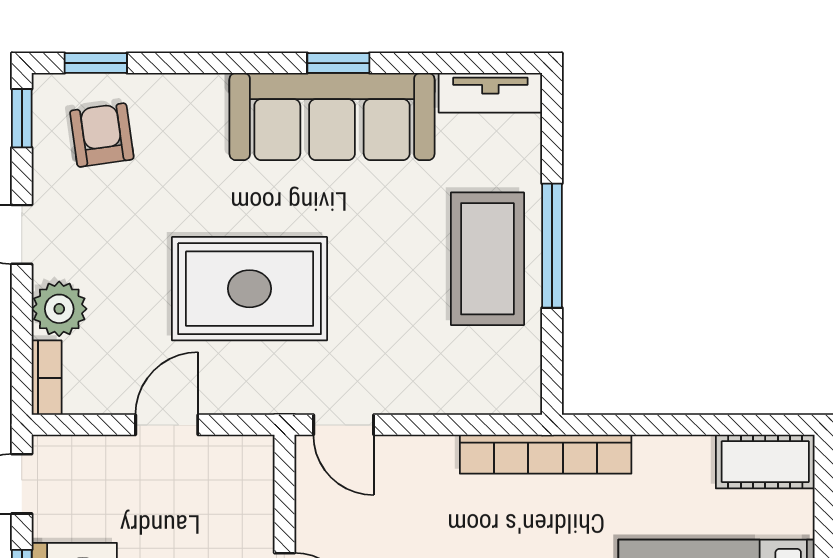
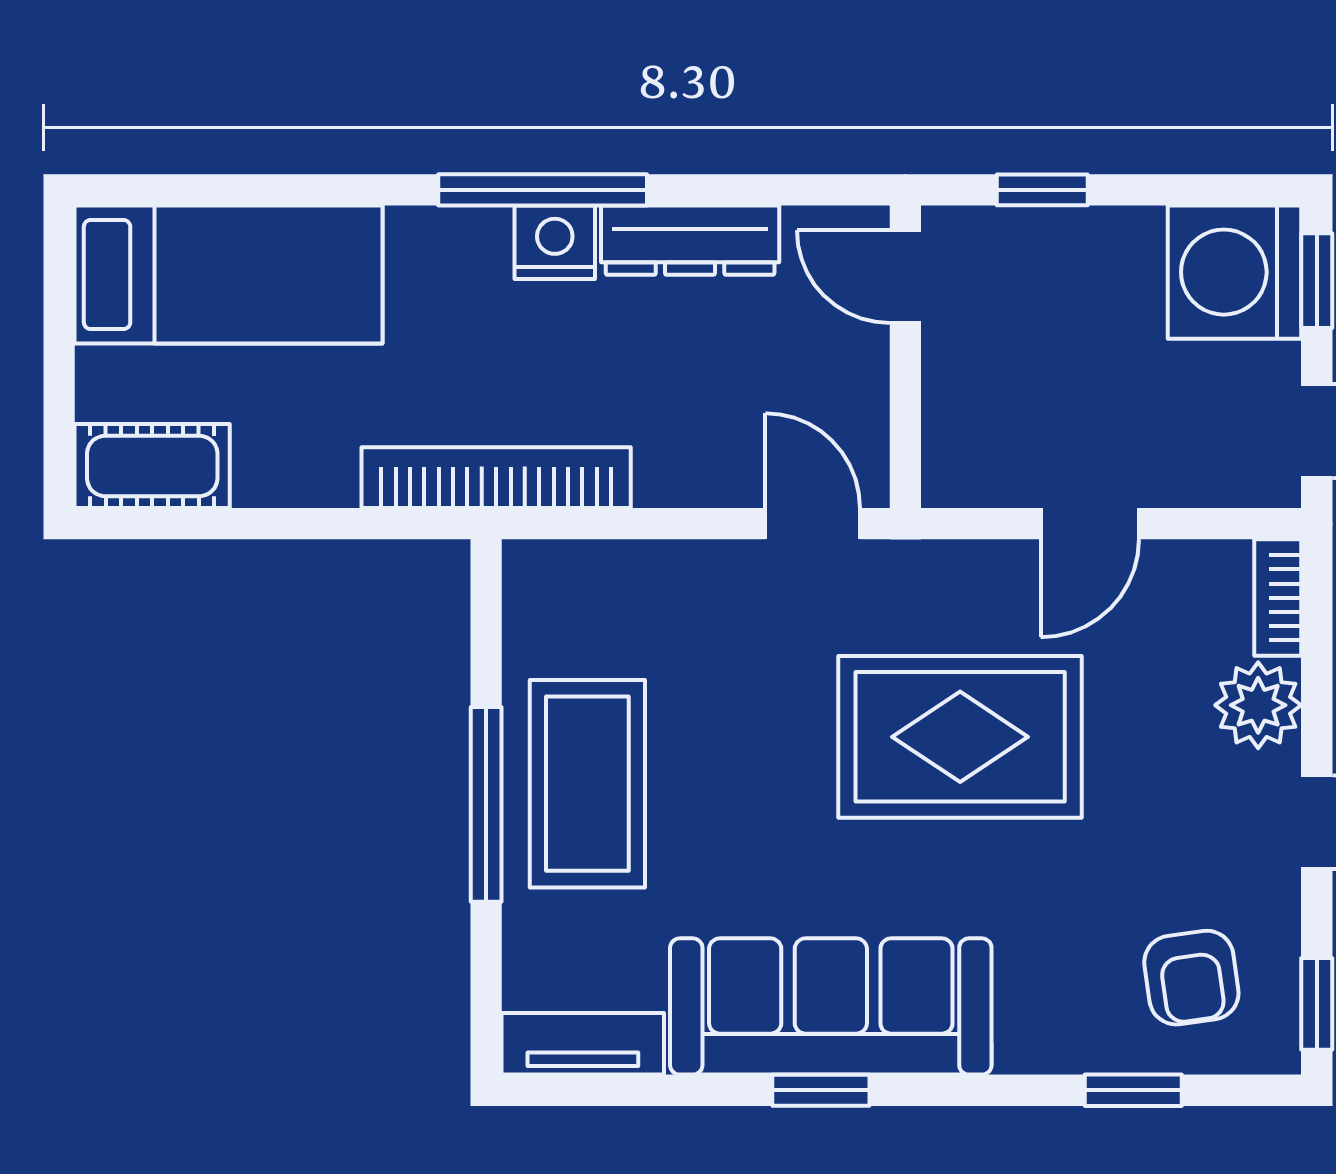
window: (96, 63) -> (1133, 1090), moved

